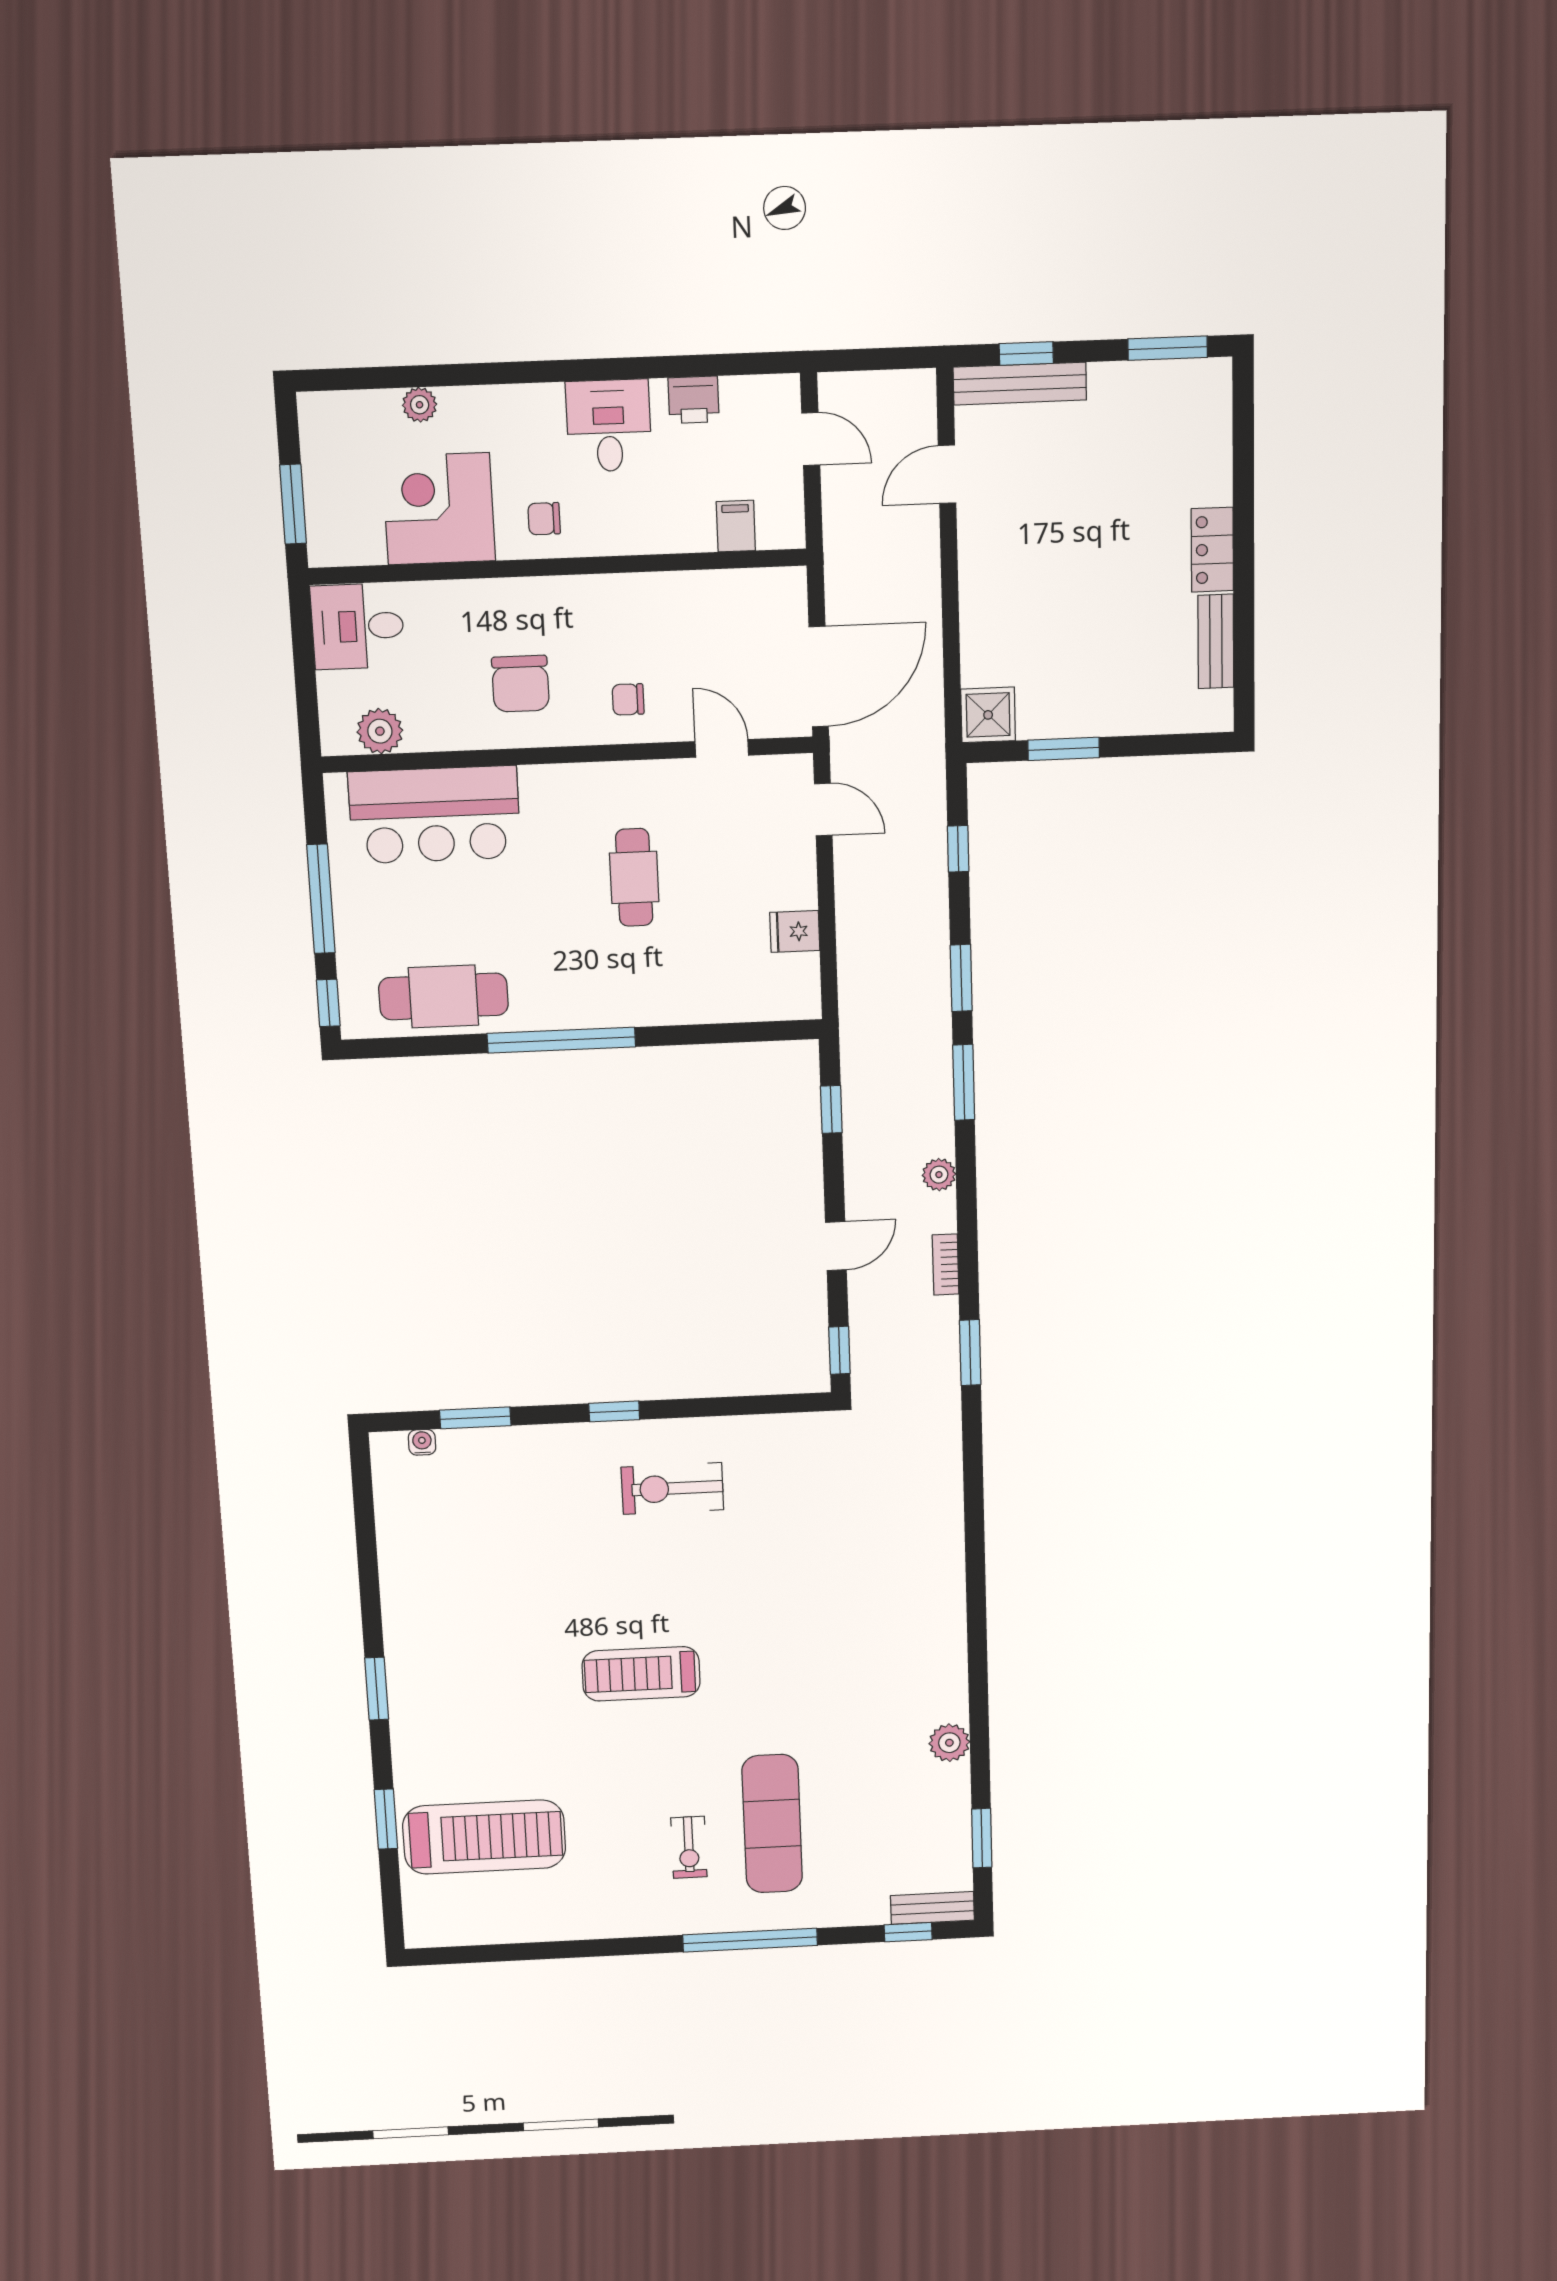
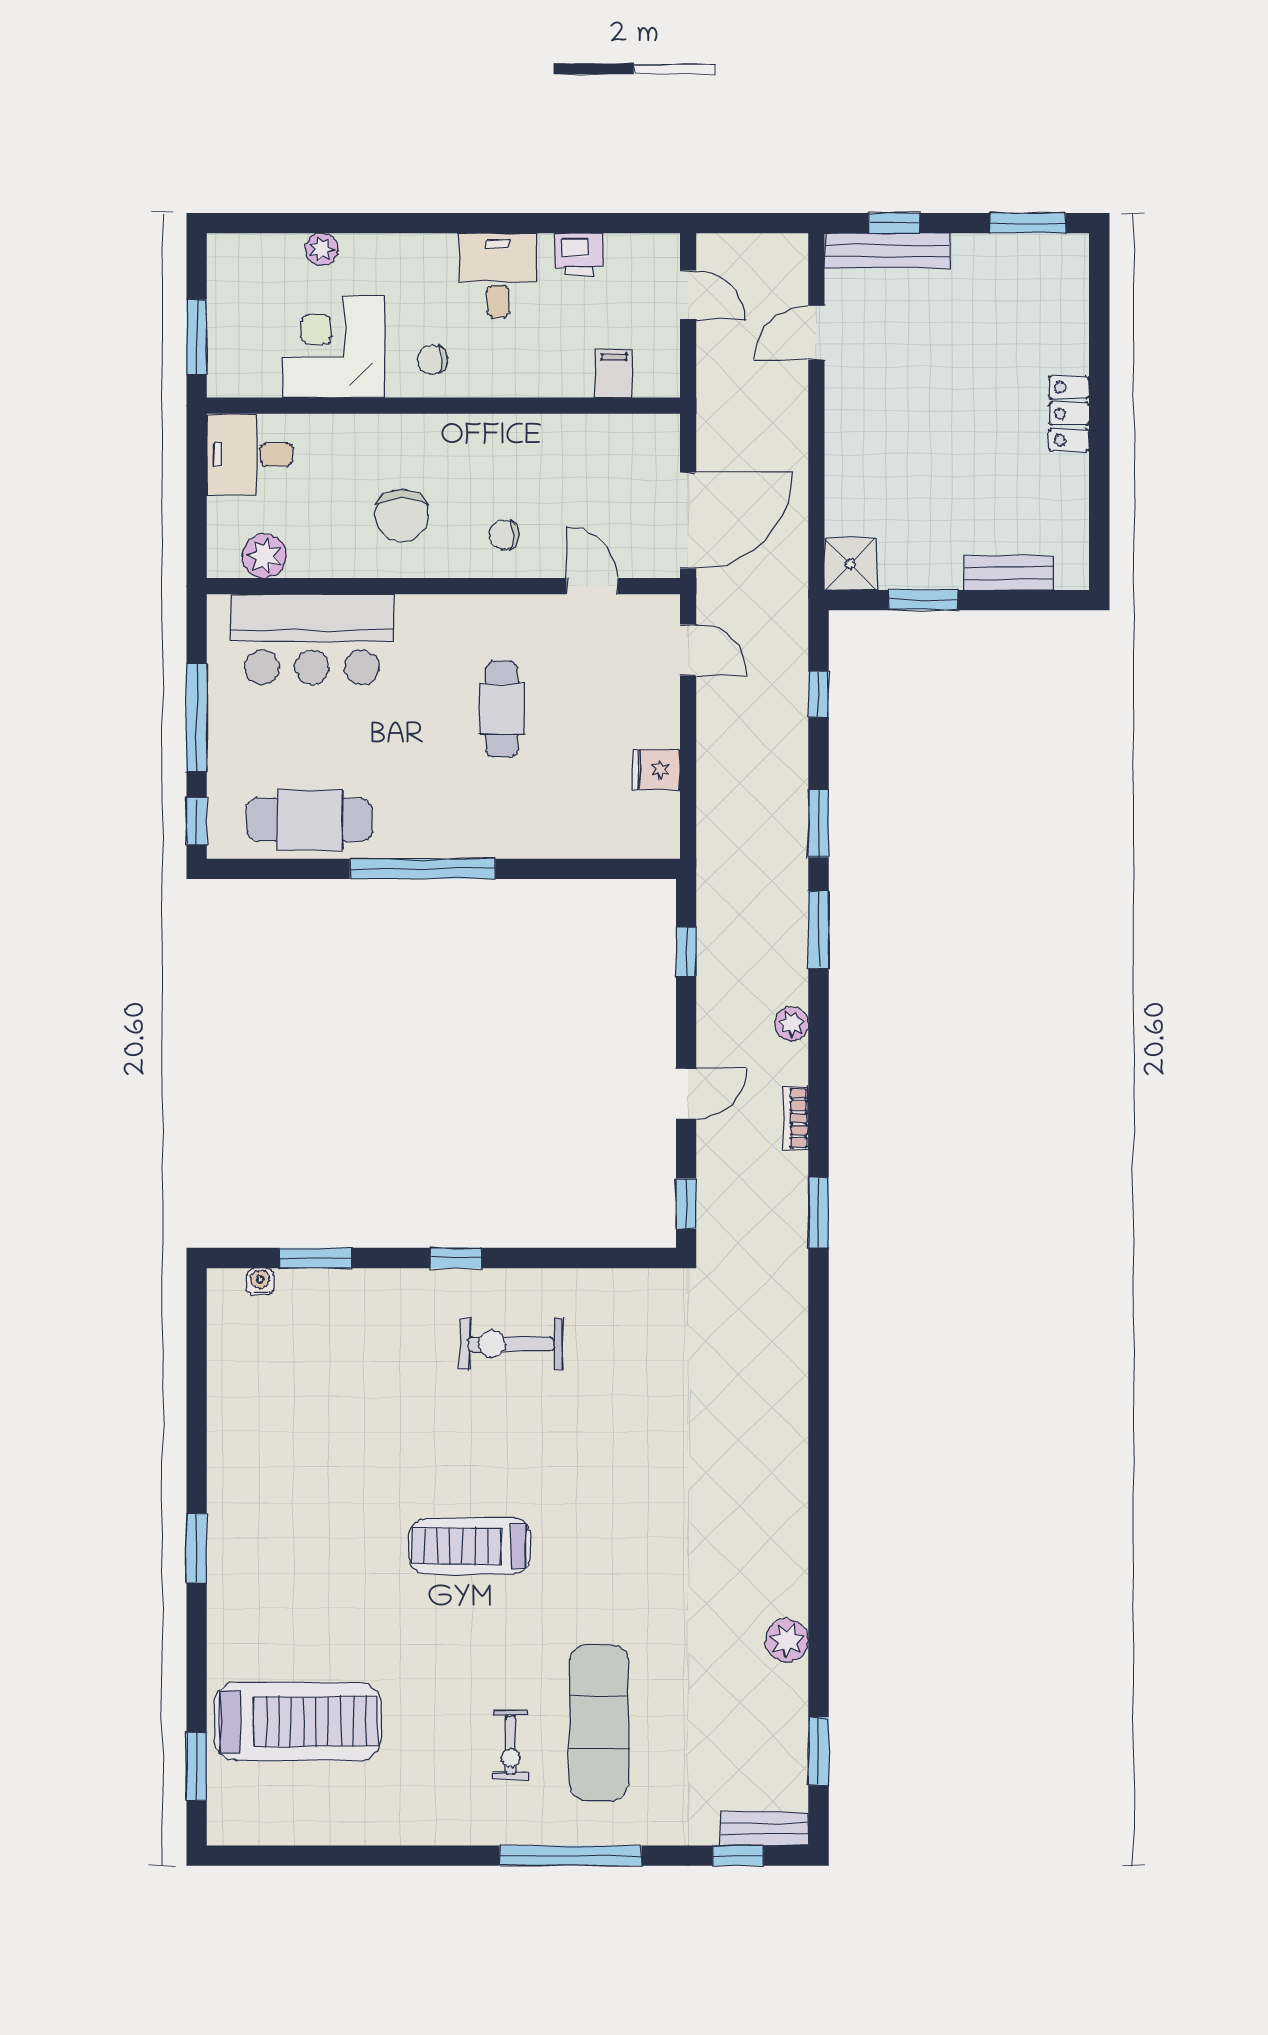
bench: (1216, 641) -> (1009, 573), moved, turned 90
window: (386, 1819) -> (197, 1767), moved

